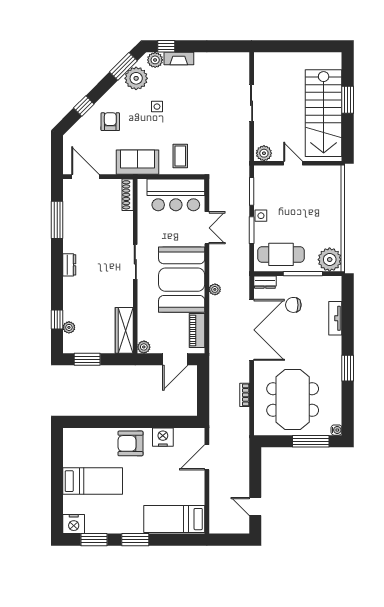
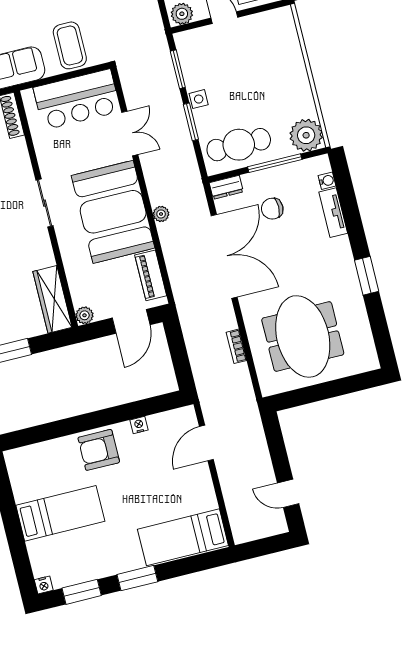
coffee table: (180, 156) -> (70, 45), width x1.36, depth x1.30
water cooler: (336, 430) -> (327, 181), moved
nightstand: (163, 437) -> (139, 425), width x0.53, depth x0.56
window: (311, 441) -> (341, 387), removed
nightstand: (74, 524) -> (44, 585), width x0.53, depth x0.56

